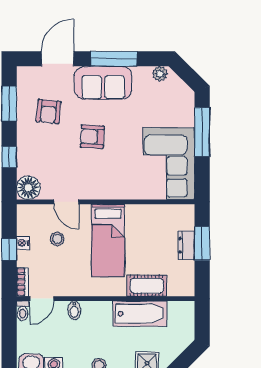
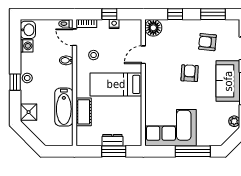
stool: (57, 239) -> (94, 55), moved

